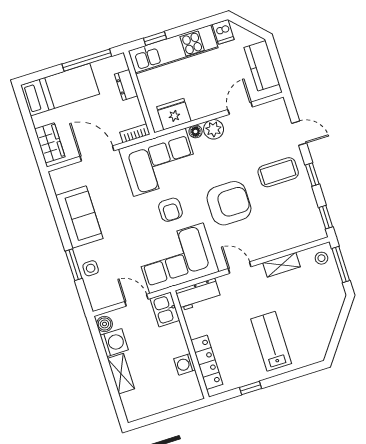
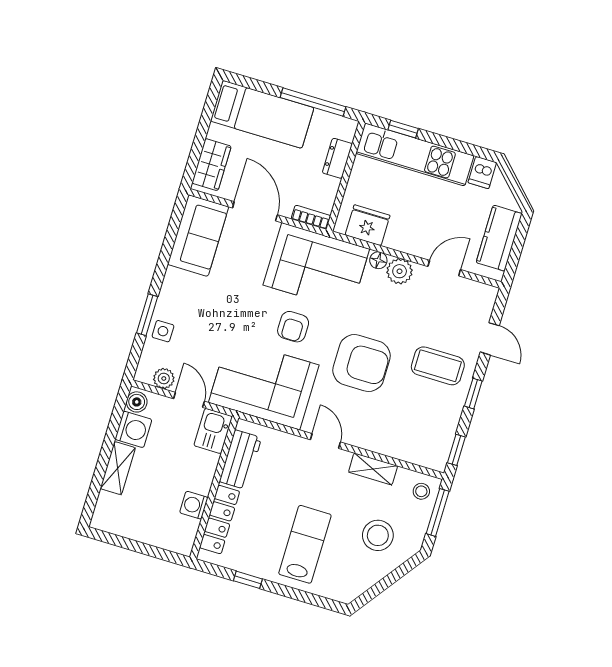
sofa: (79, 217) -> (198, 236), moved
workbench: (198, 294) -> (240, 460), moved, turned -90
plant: (111, 298) -> (164, 378), added
stool: (313, 304) -> (378, 535), added

